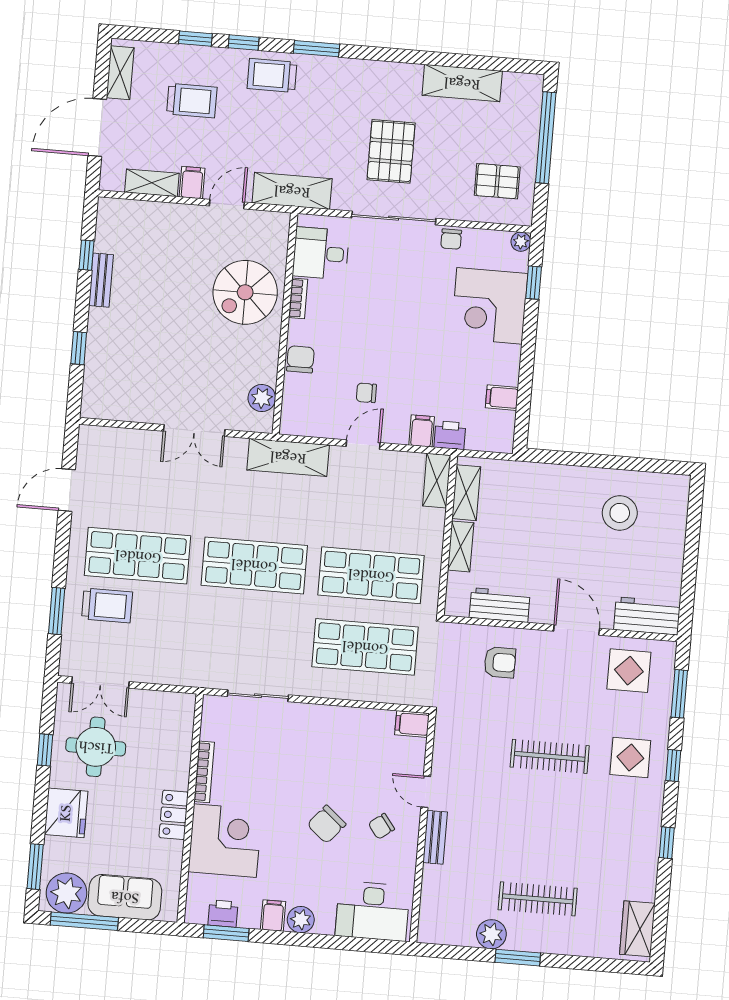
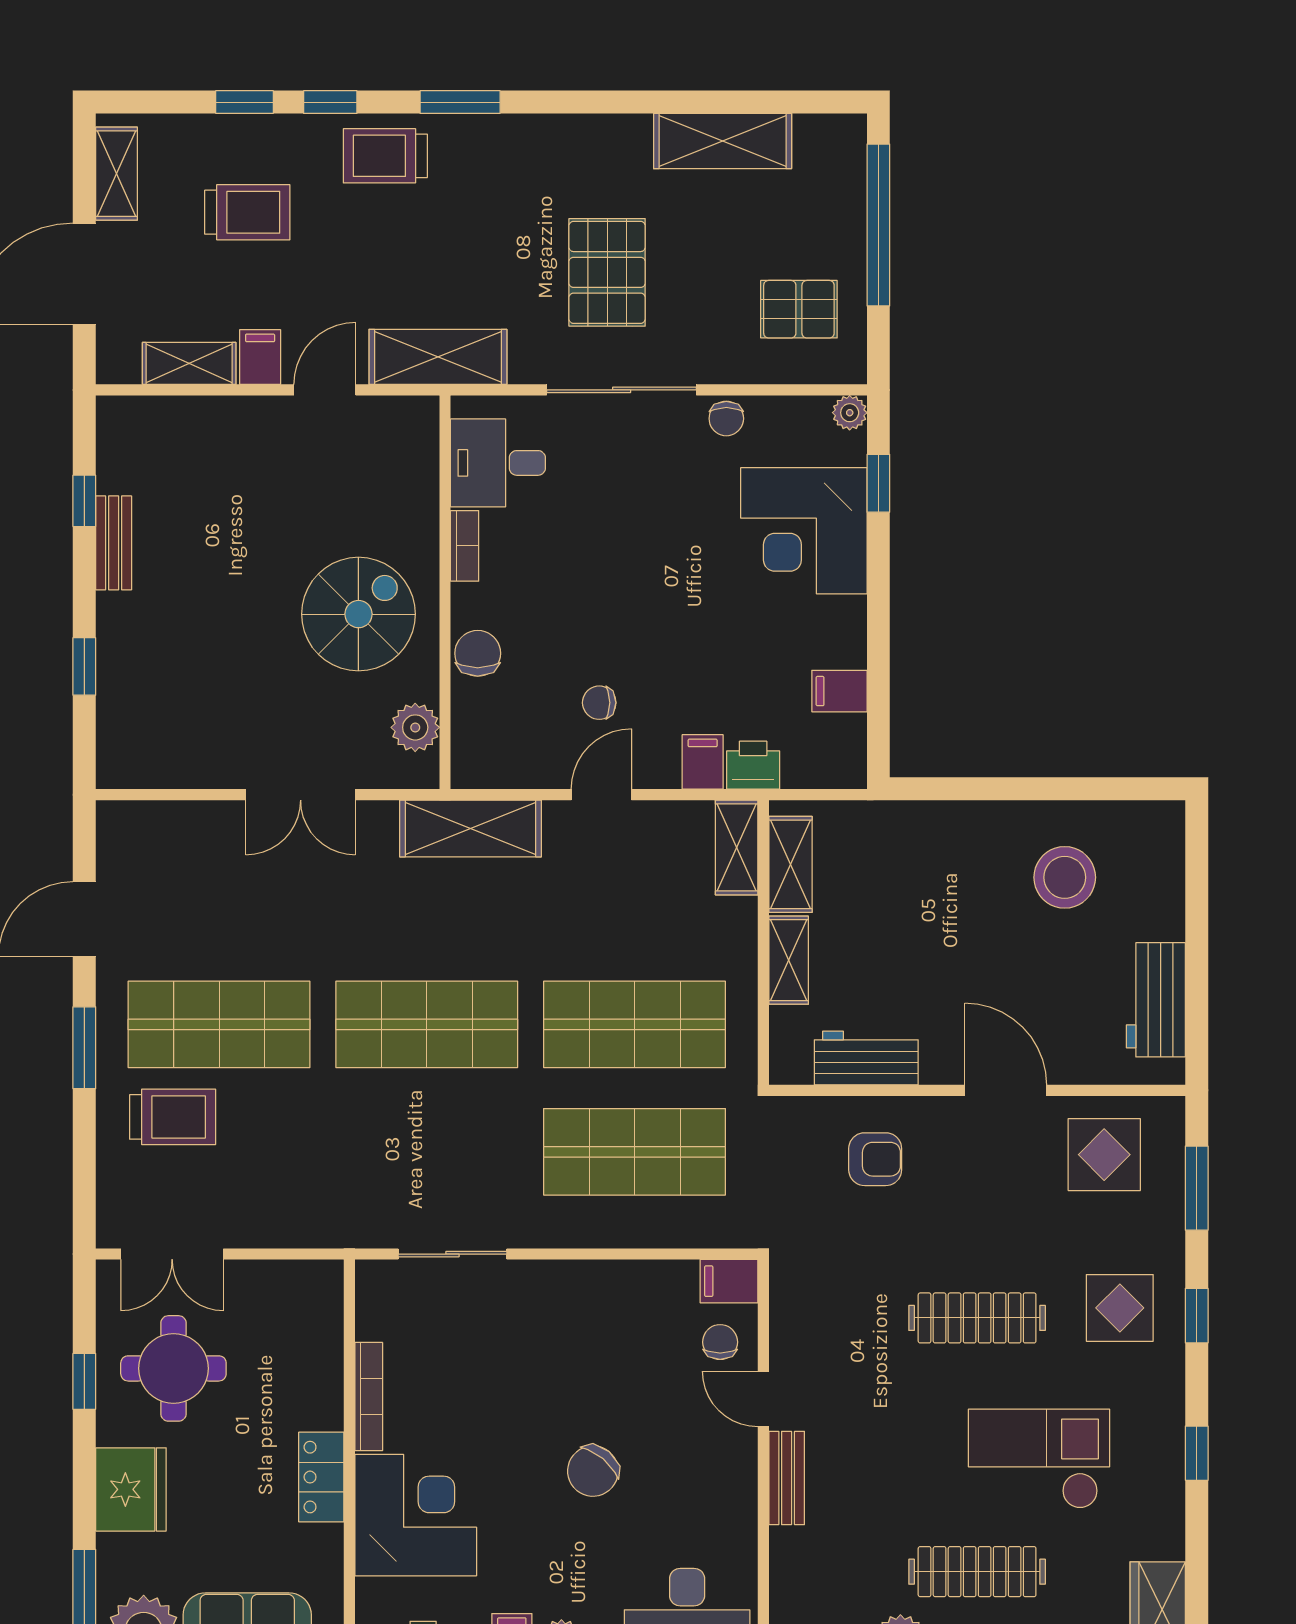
spiral stairs: (245, 292) -> (358, 614), moved, turned 180
window: (57, 611) -> (84, 1048), moved
workbench: (647, 616) -> (1156, 1000), moved, turned -90
chair: (381, 826) -> (720, 1342), moved, turned 127
checkout: (578, 838) -> (1039, 1459), added

